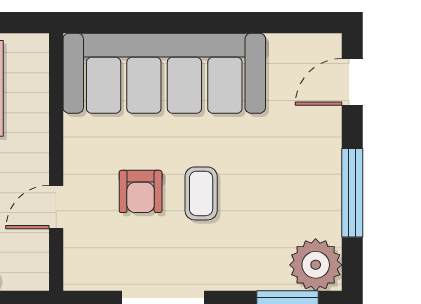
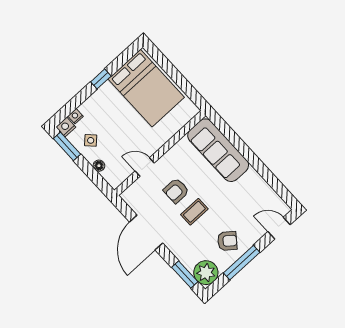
sofa: (164, 73) -> (218, 150), width x0.74, depth x0.79
armchair: (296, 184) -> (227, 241), added

